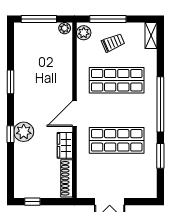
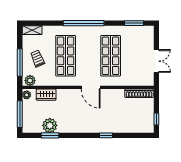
window: (10, 82) -> (50, 135), moved
plant: (24, 132) -> (50, 125), moved
wardrobe: (65, 145) -> (46, 95), moved
window: (160, 156) -> (134, 23), moved

